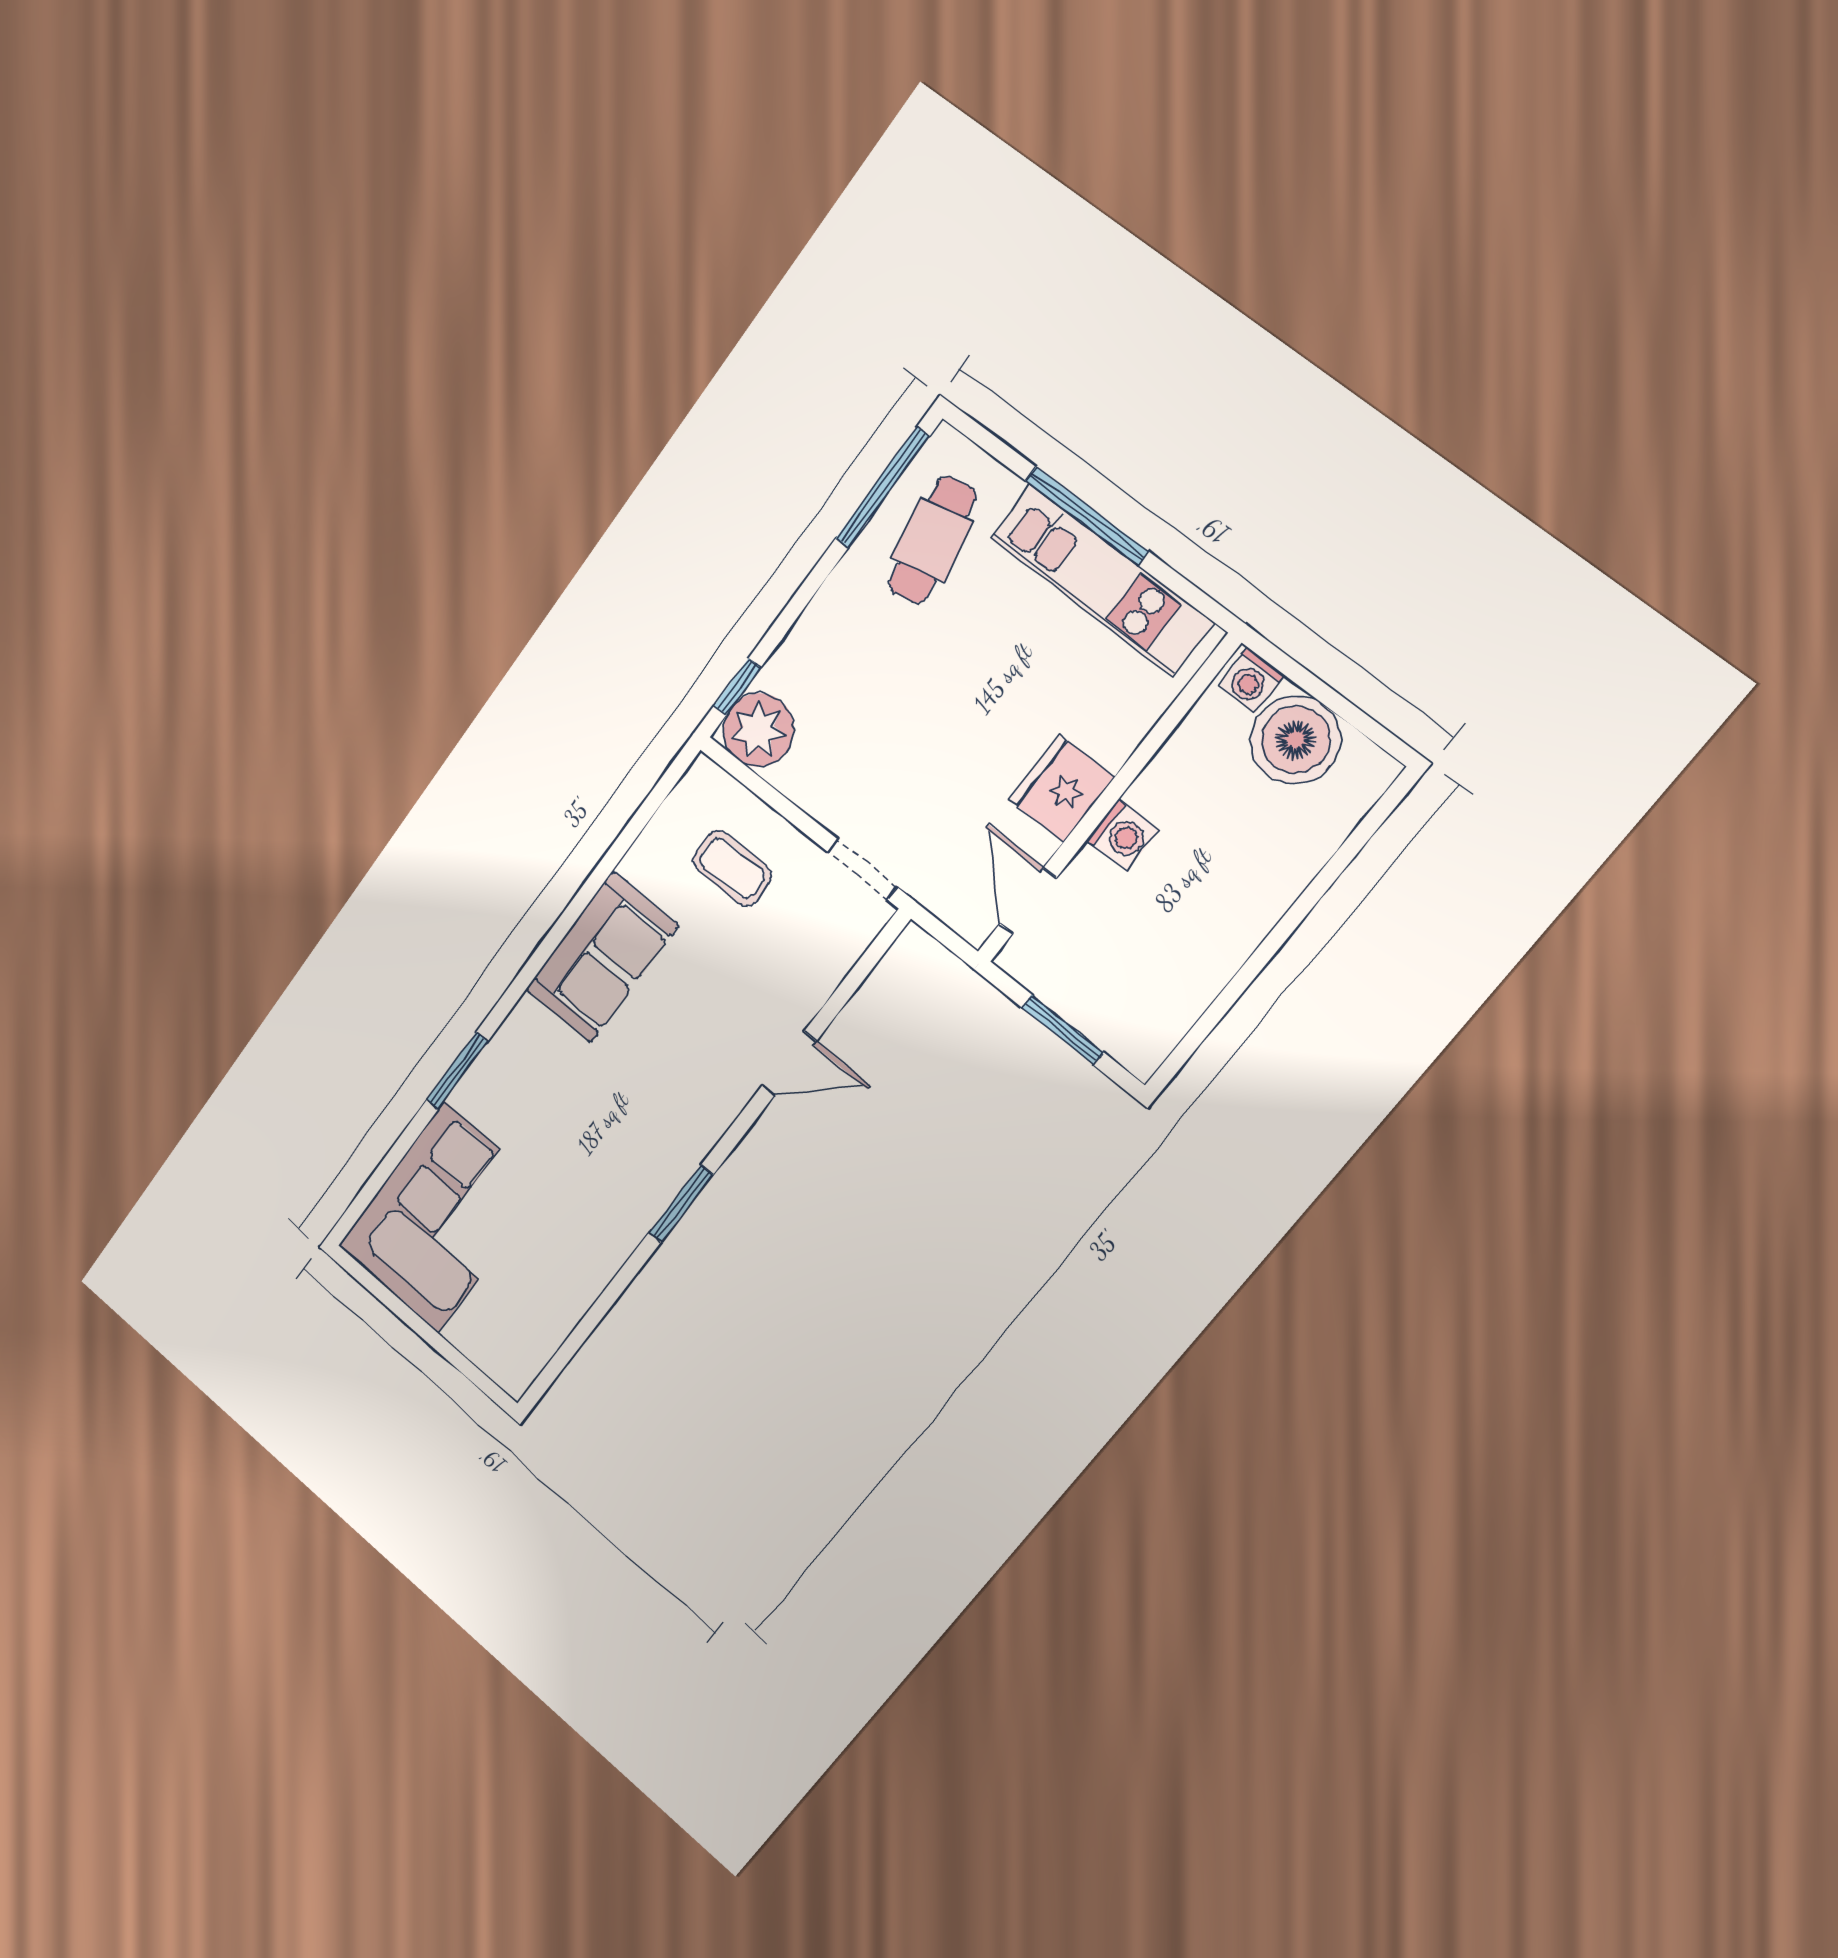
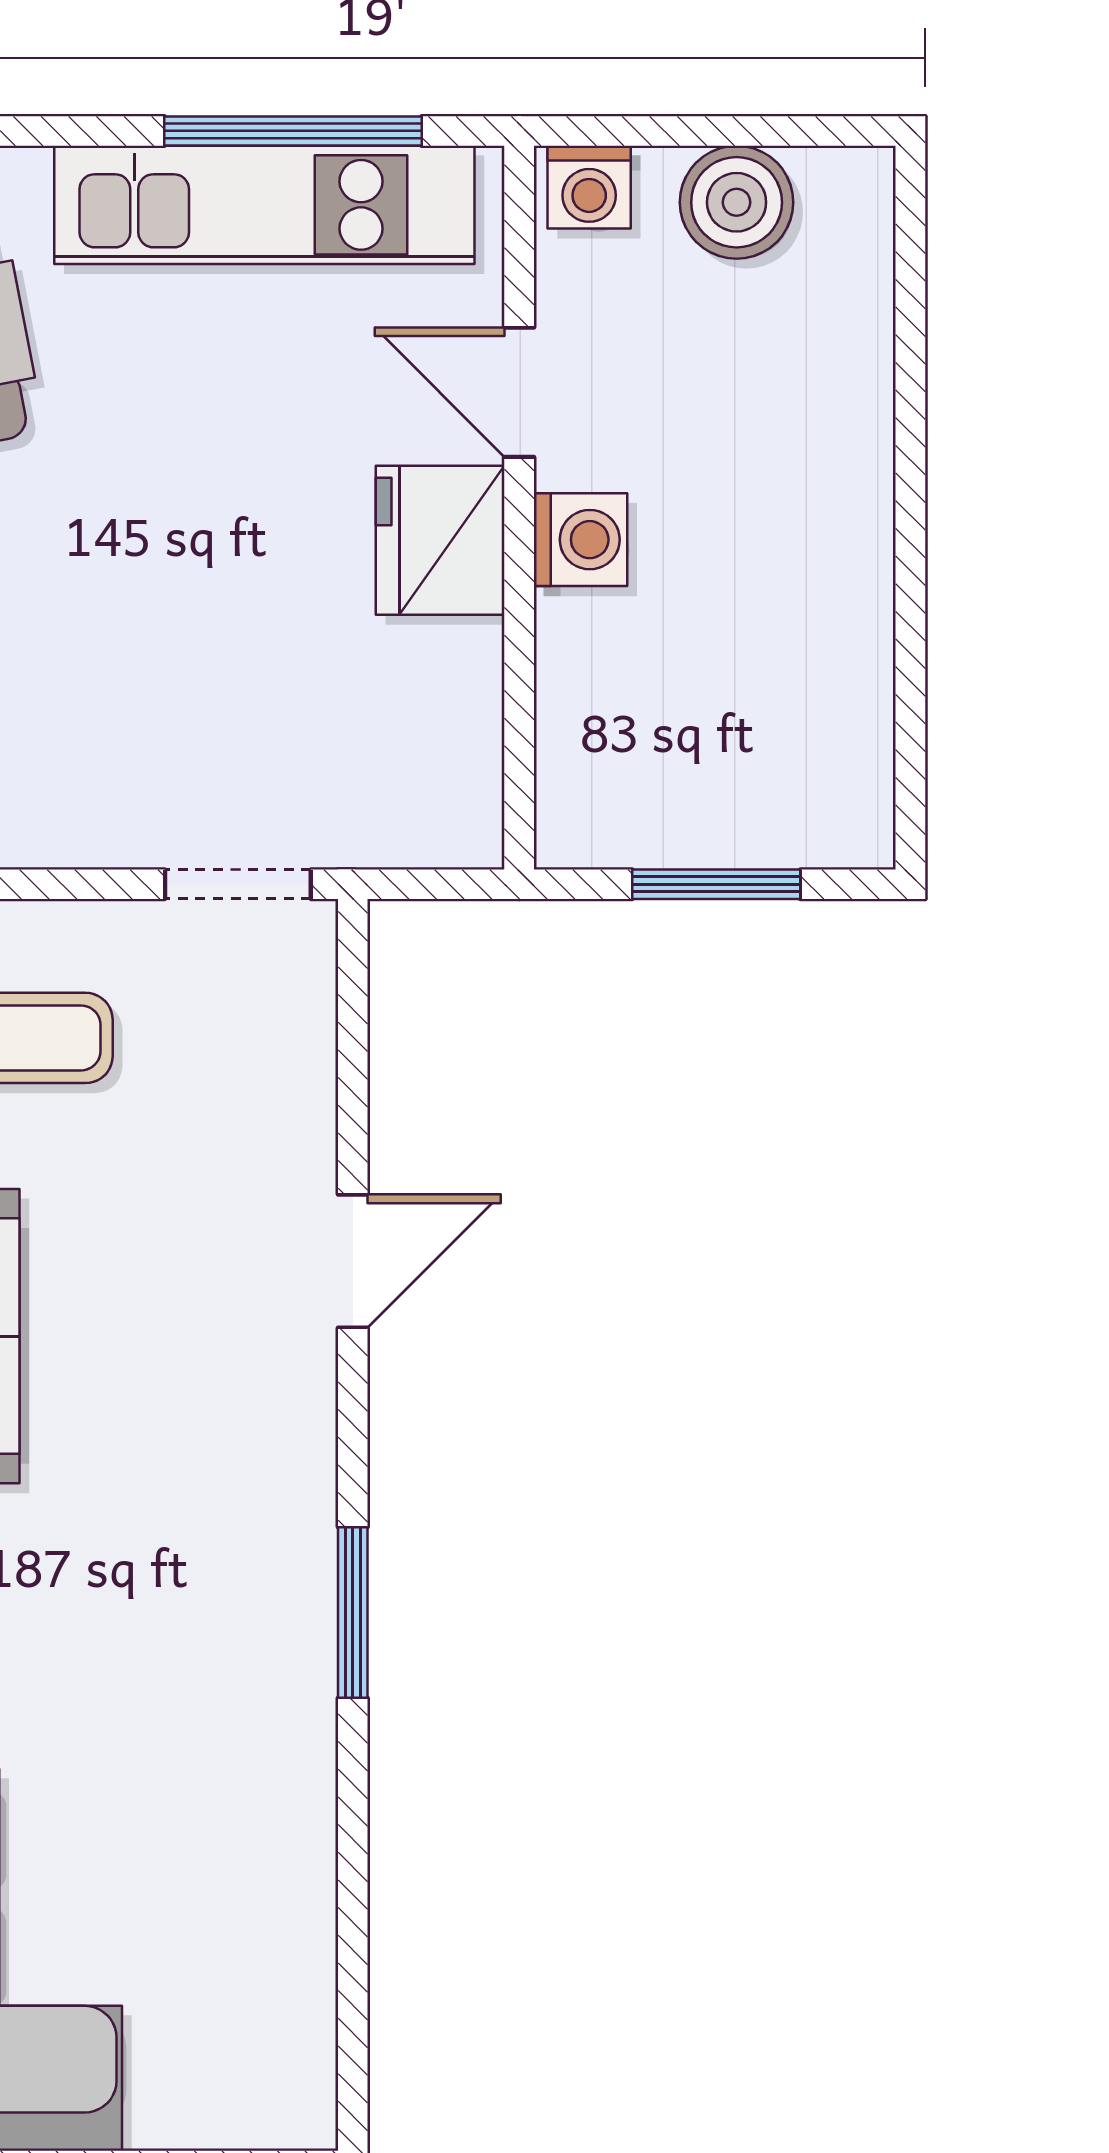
window: (1087, 516) -> (293, 131), moved
boiler: (1295, 740) -> (737, 202), width x0.73, depth x0.73
door: (1028, 901) -> (519, 392), moved

